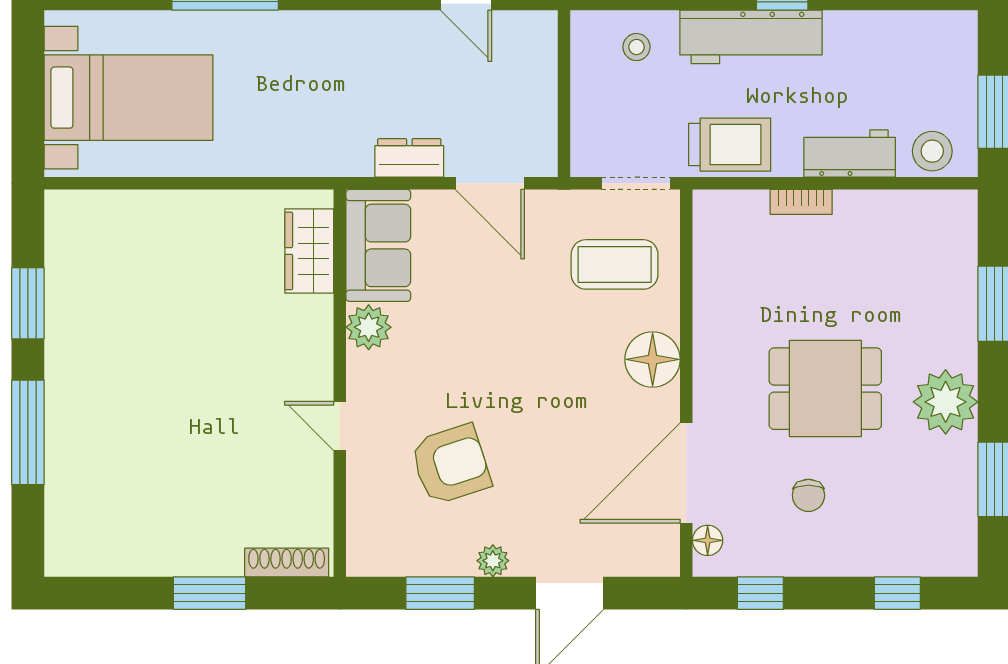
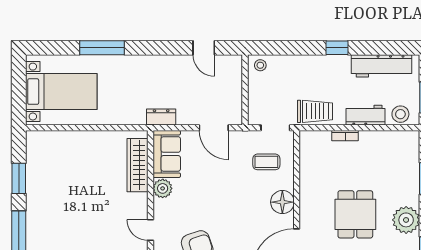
workbench: (751, 37) -> (382, 66), moved
stool: (636, 47) -> (260, 65), moved
dresser: (409, 158) -> (161, 117), moved
wardrobe: (309, 251) -> (138, 165), width x1.50
coffee table: (615, 264) -> (266, 162), width x0.73, depth x0.77
dining table: (825, 389) -> (355, 214), turned 90

